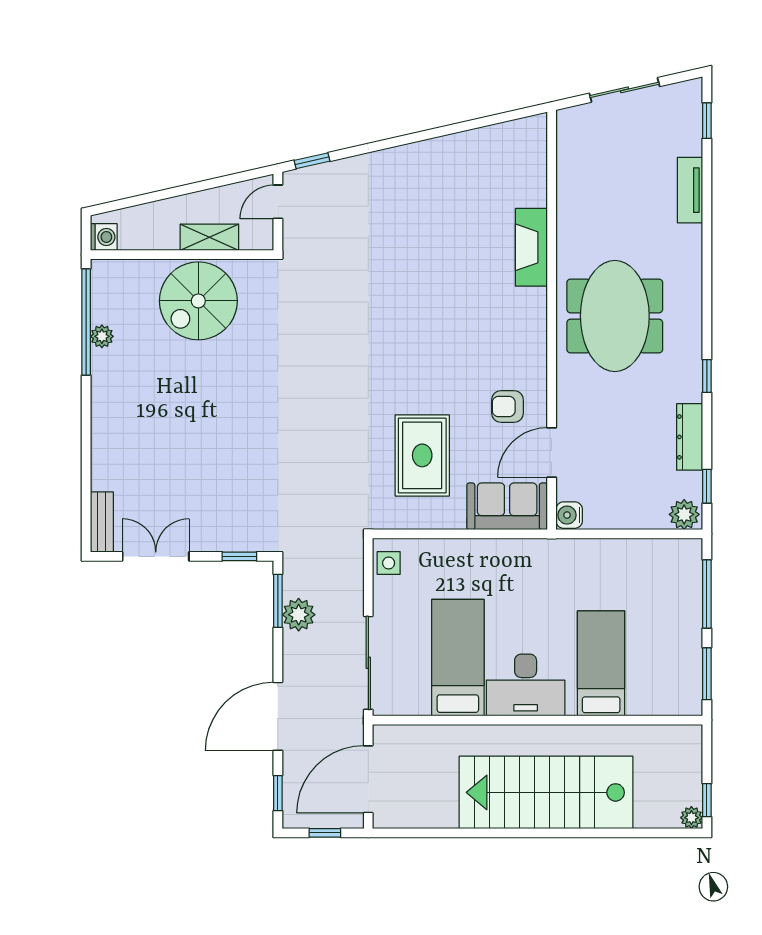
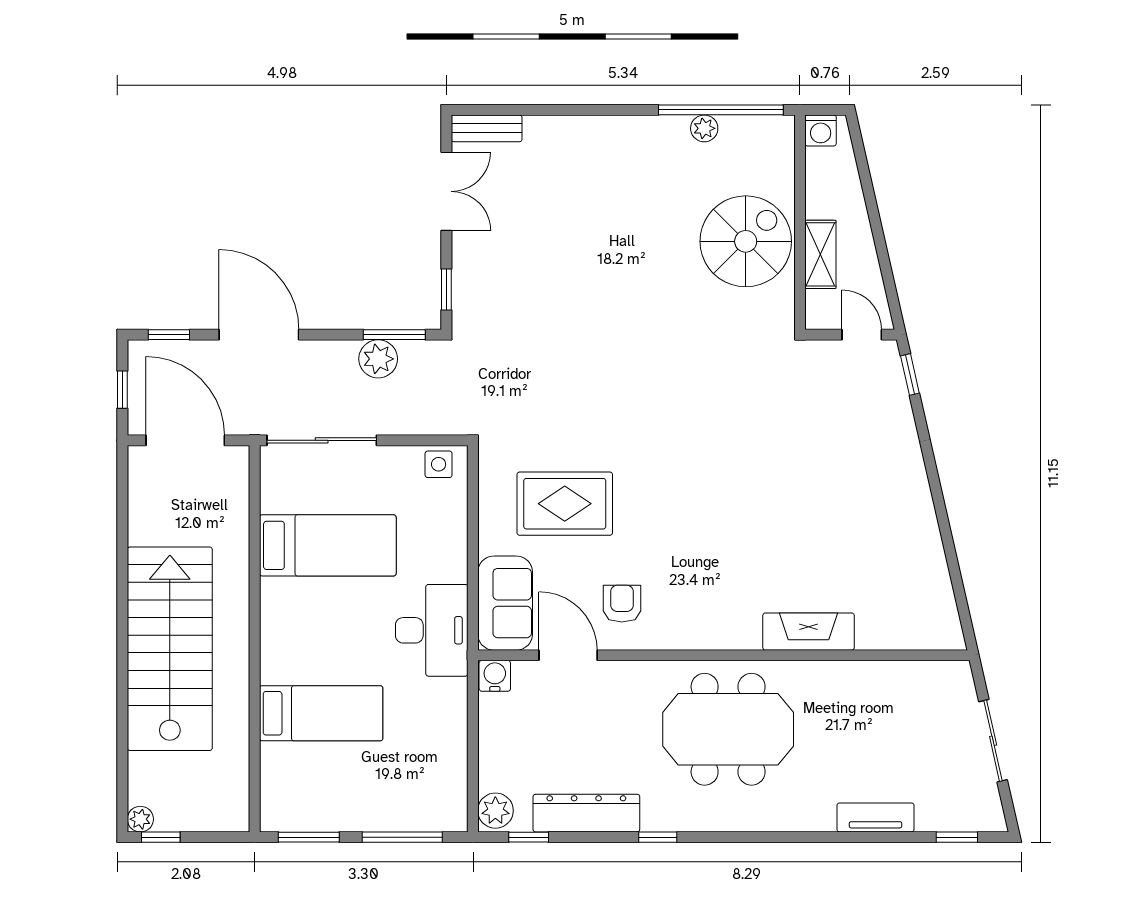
spiral stairs: (198, 301) -> (746, 241), turned 90
dresser: (690, 437) -> (586, 813), width x1.37, depth x1.24
desk: (526, 685) -> (432, 630), moved, turned 180

